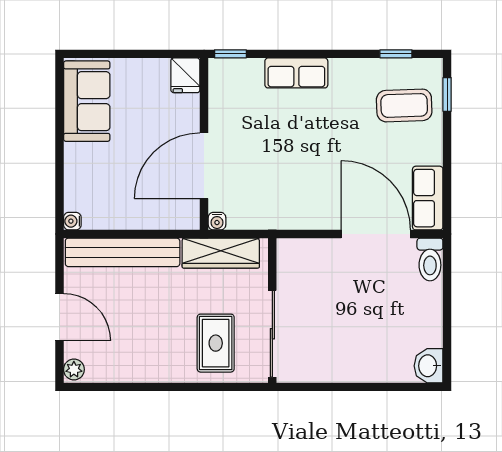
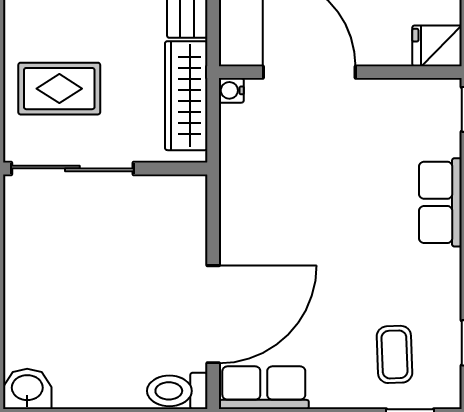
coffee table: (404, 105) -> (394, 354), width x0.73, depth x0.77

